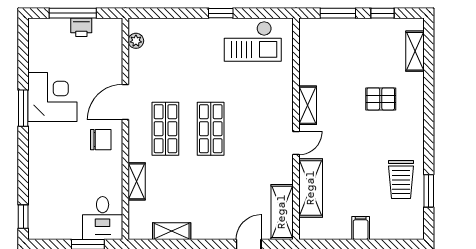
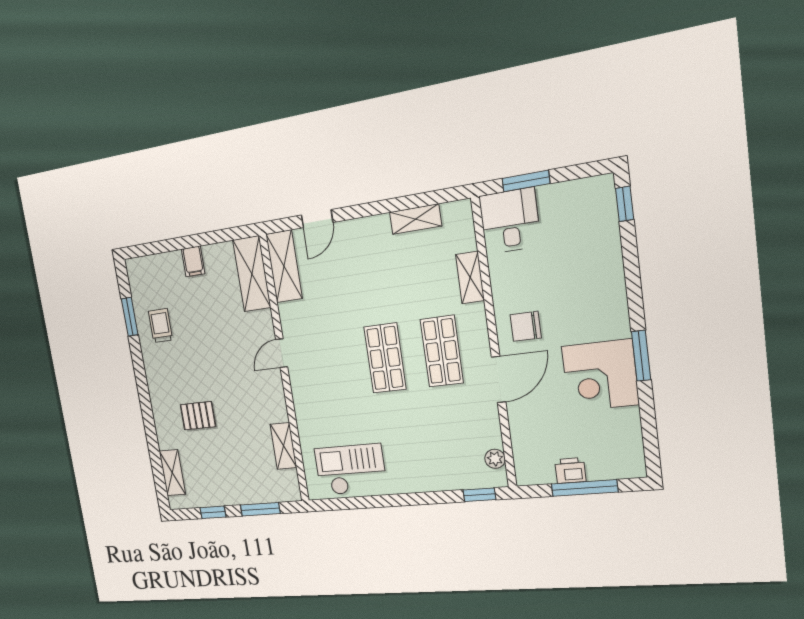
window: (221, 13) -> (479, 495), moved
shelving: (308, 105) -> (283, 446), moved
trolley: (401, 180) -> (160, 326), width x0.73, depth x0.72
shelving: (311, 188) -> (252, 274), moved

